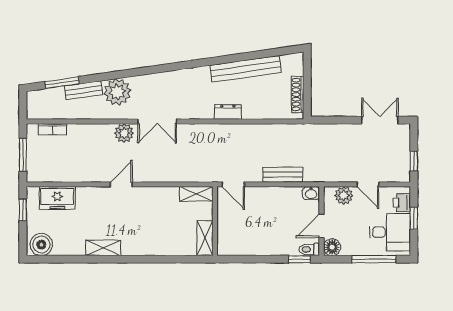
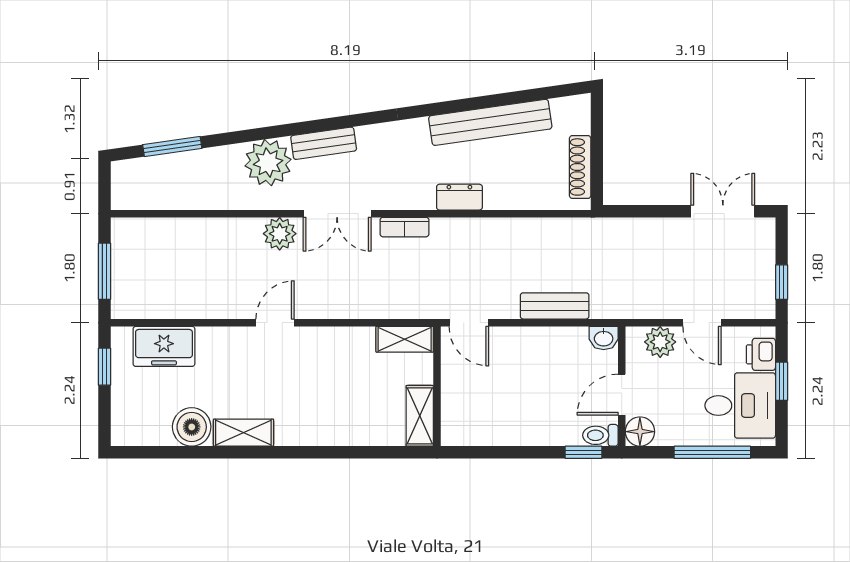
bench: (83, 90) -> (324, 143), moved
bookcase: (52, 129) -> (405, 227), moved
boiler: (41, 245) -> (192, 427), moved

